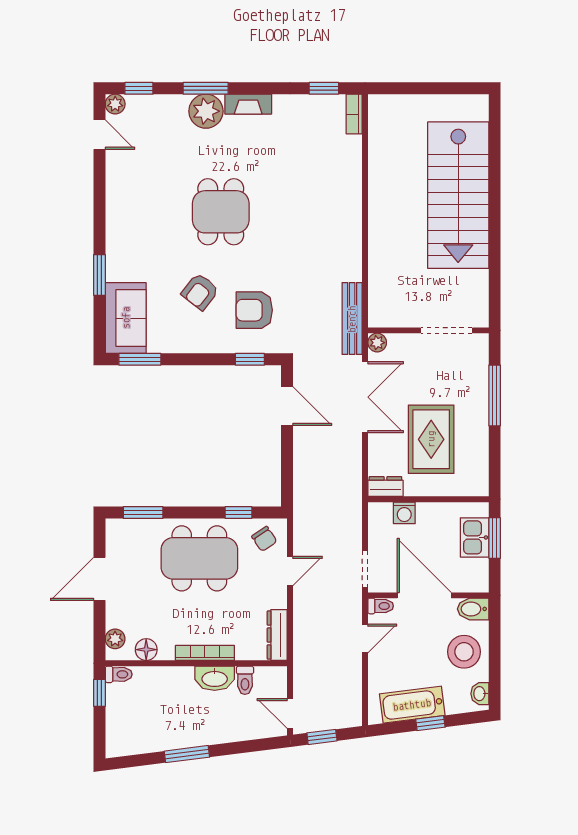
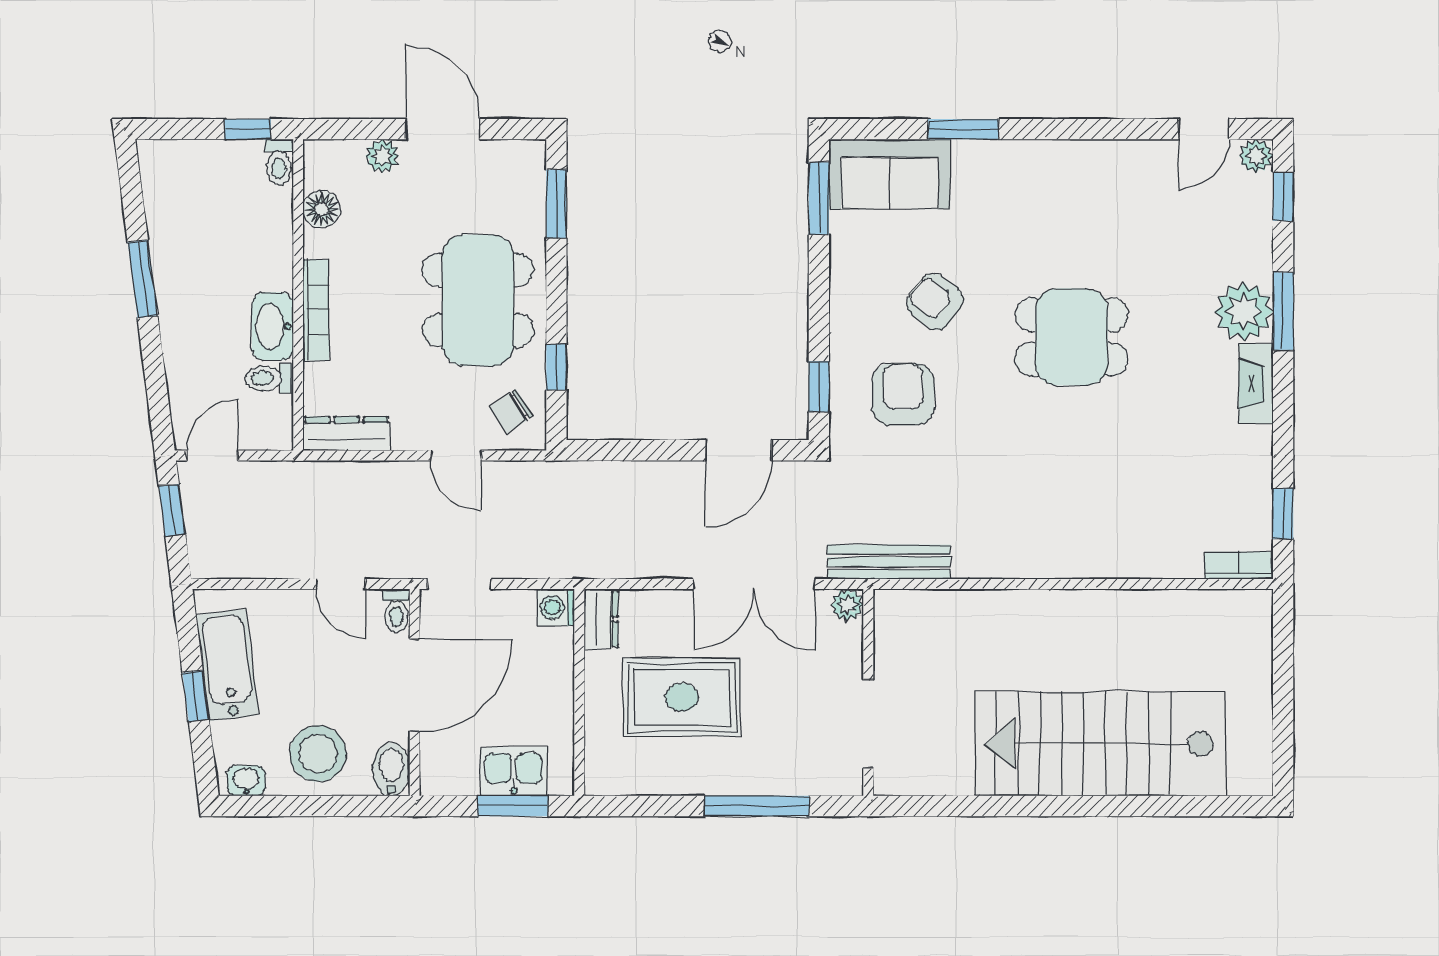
washing machine: (404, 513) -> (556, 607), moved
plant: (115, 639) -> (382, 156), moved

